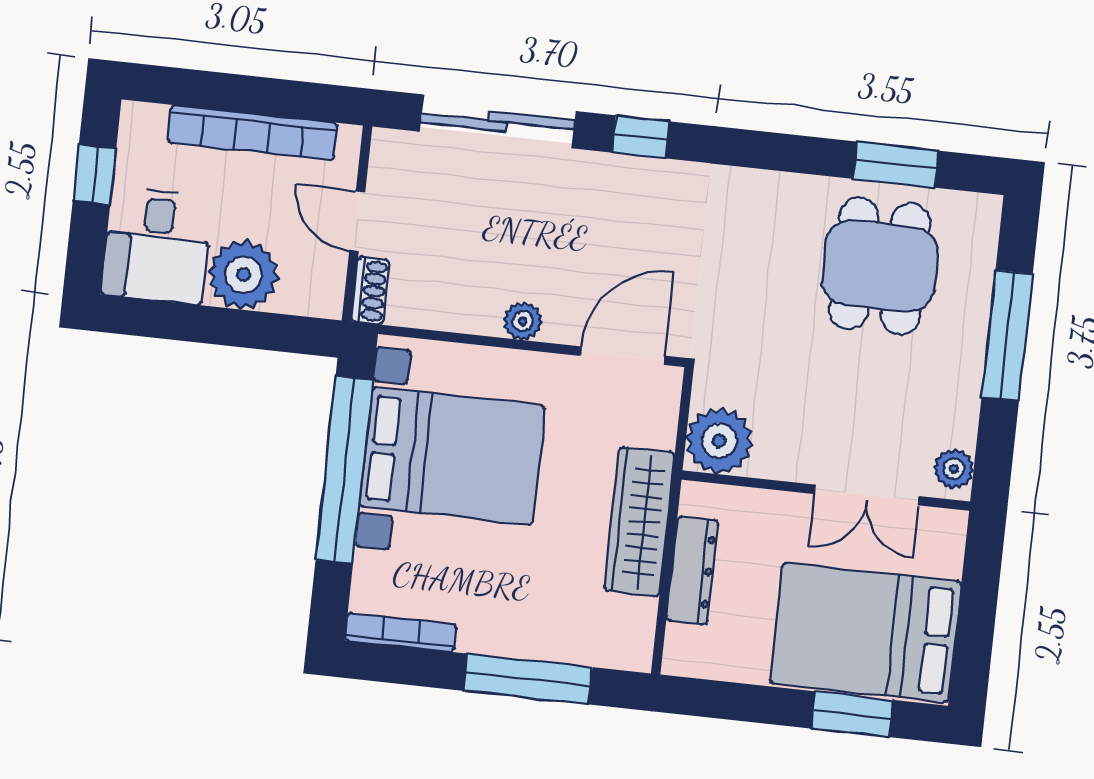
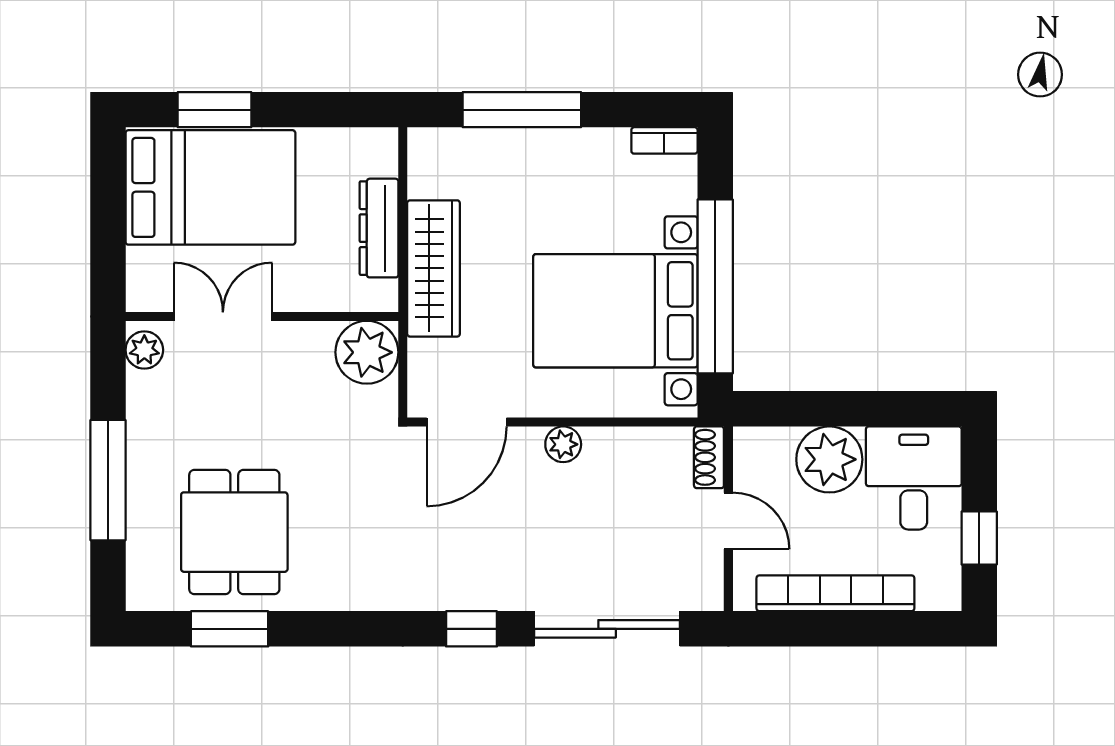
bookcase: (401, 632) -> (664, 140), width x0.64

